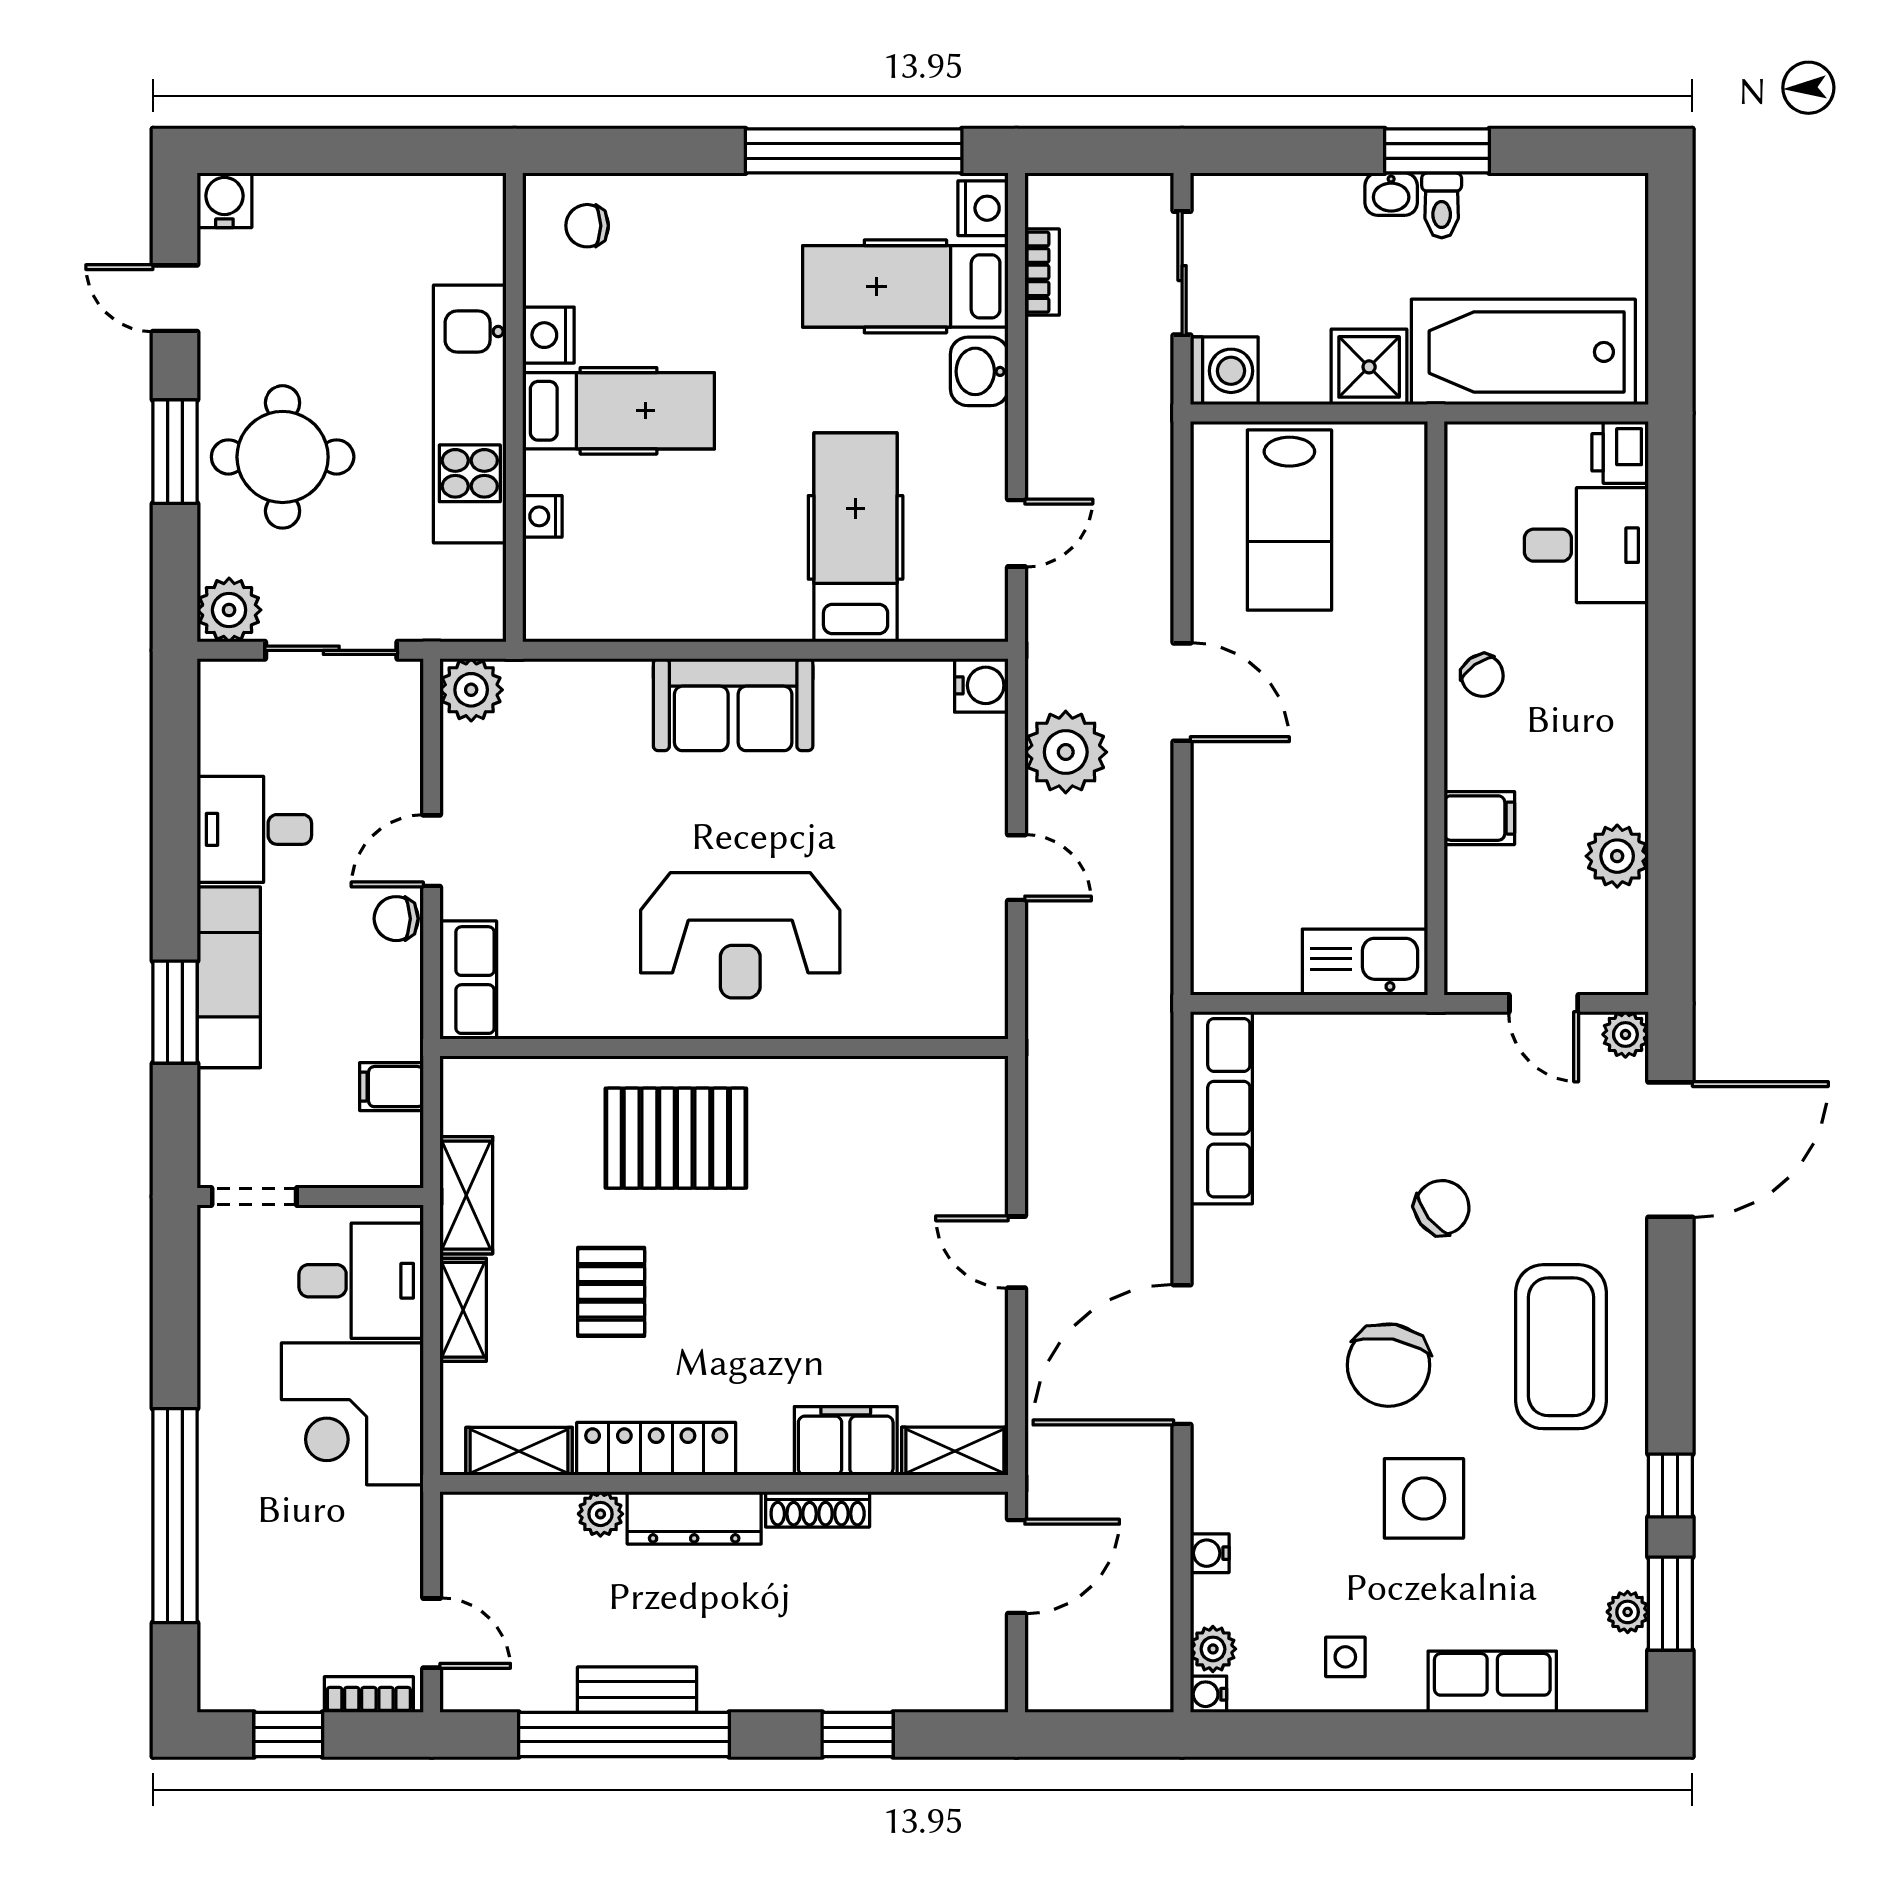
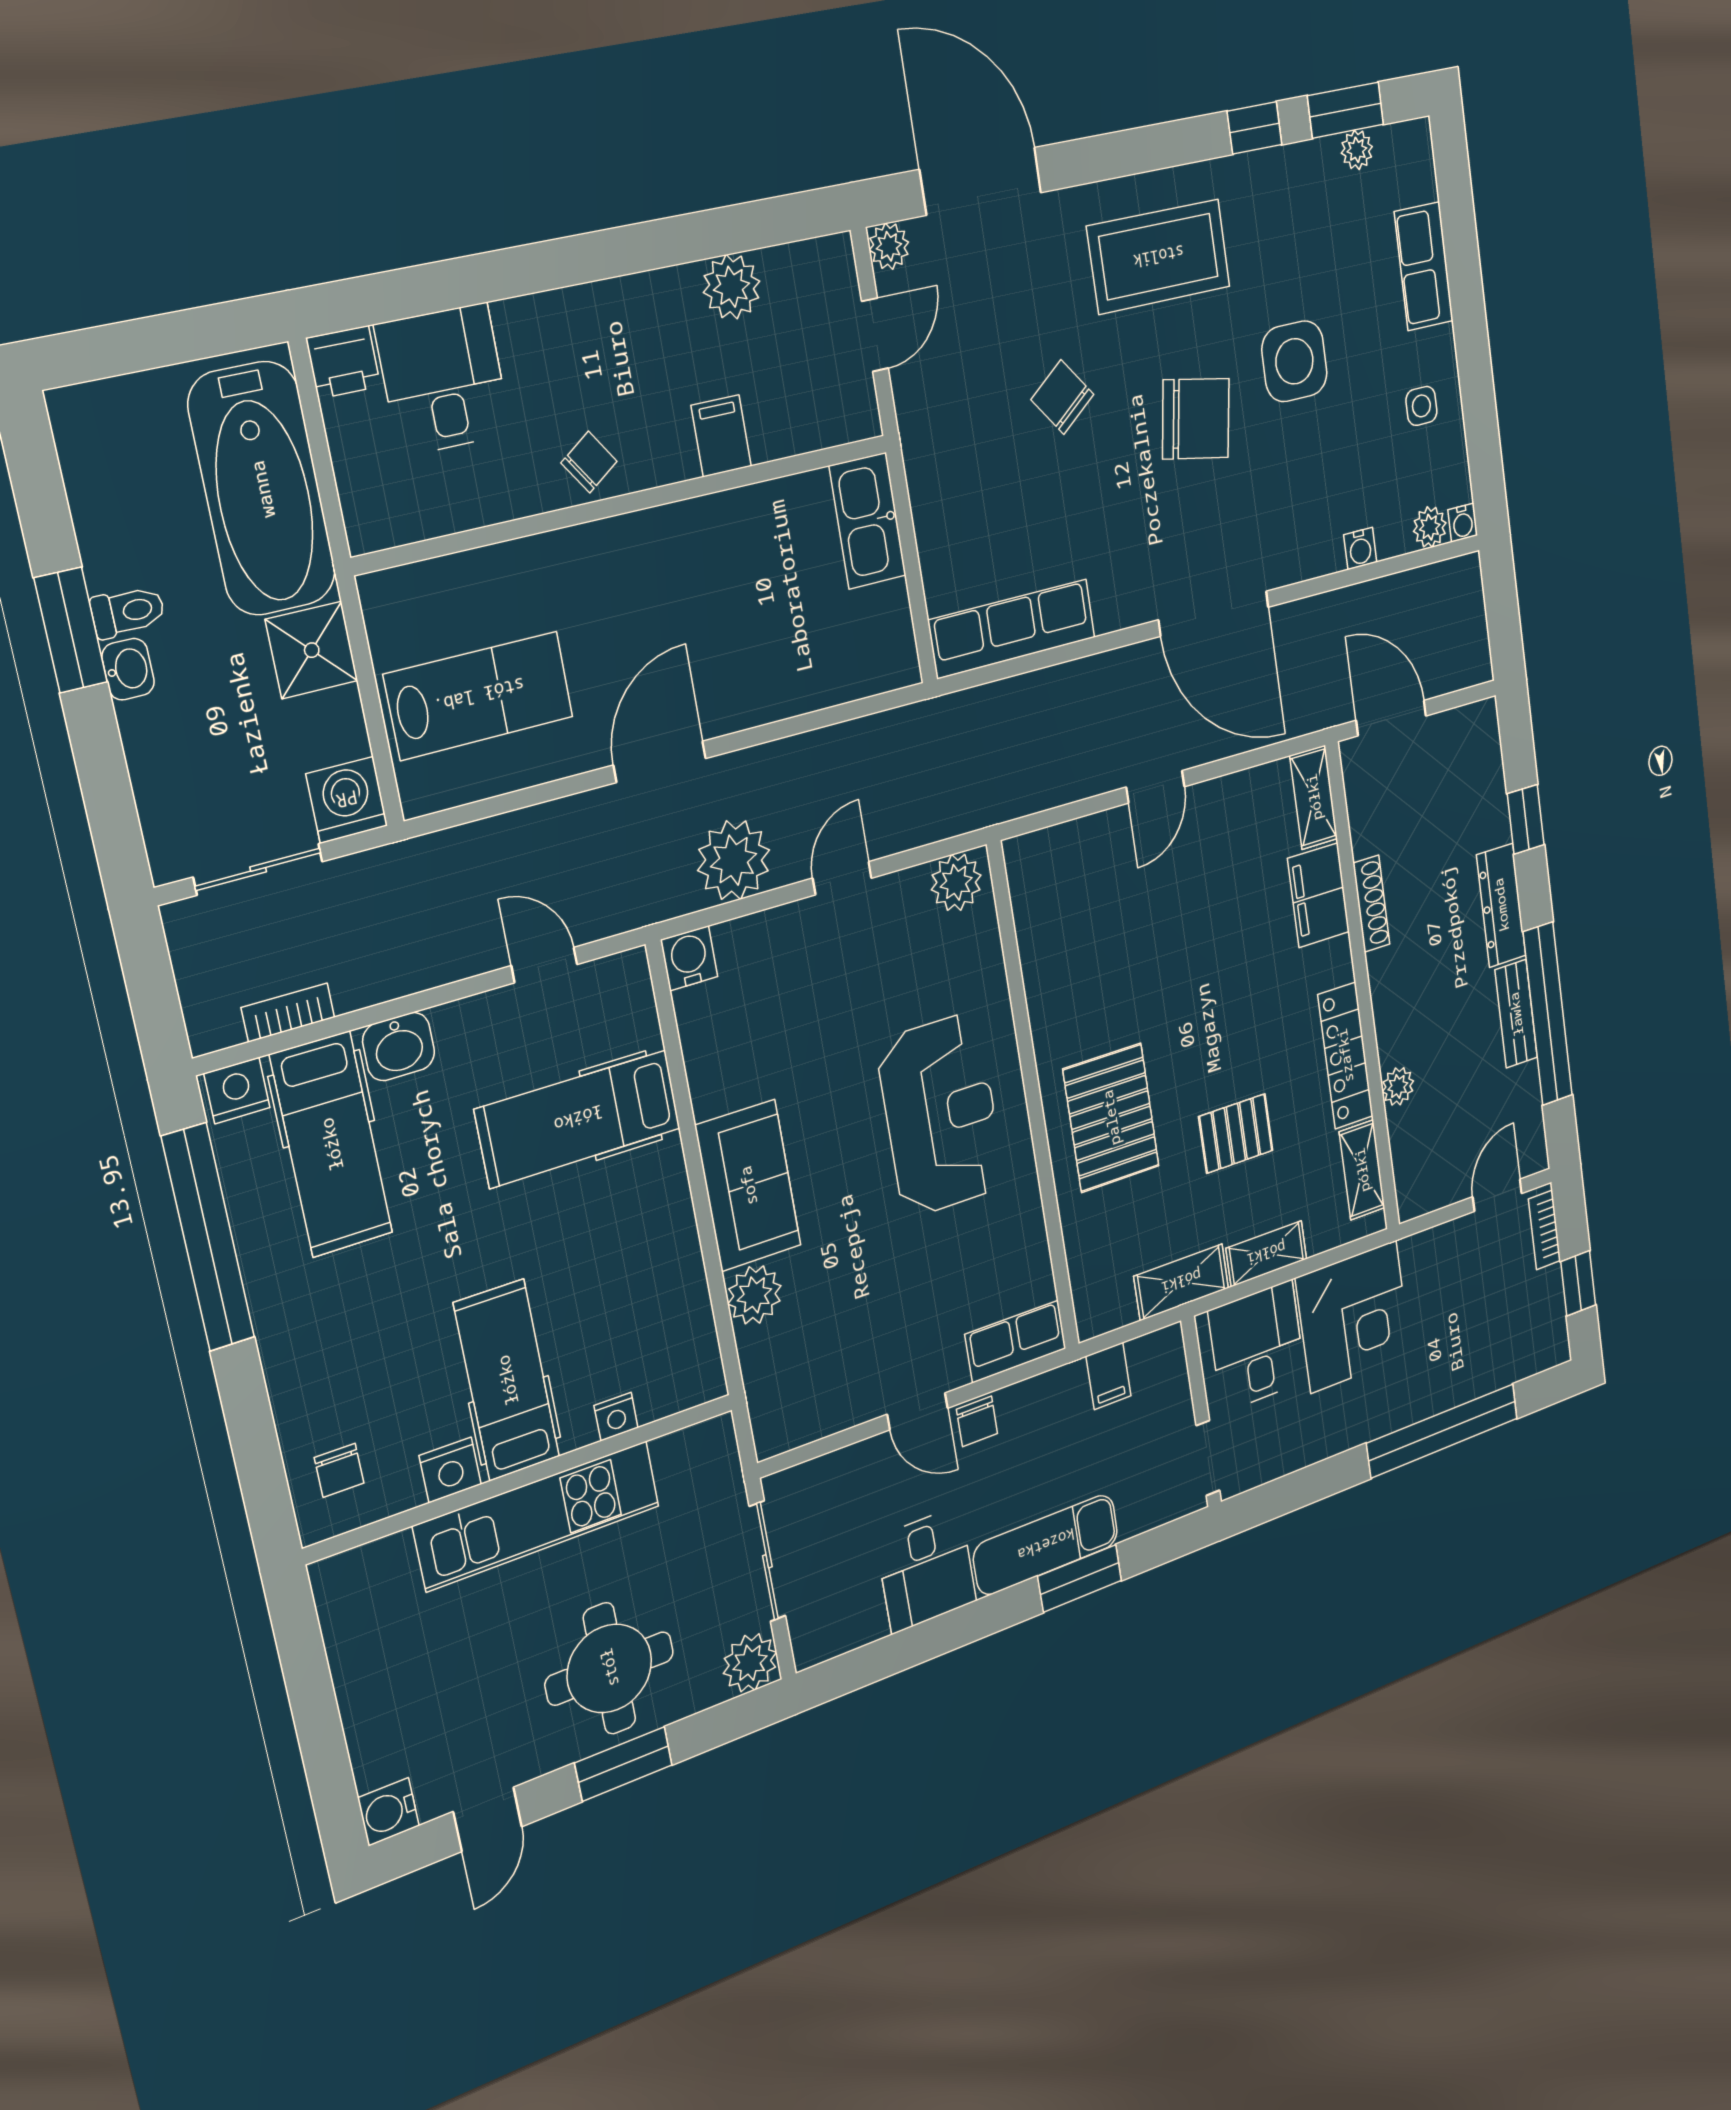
plant: (471, 690) -> (754, 1295), moved
plant: (978, 997) -> (956, 882), added
dresser: (694, 1518) -> (1501, 905), moved, turned 180

